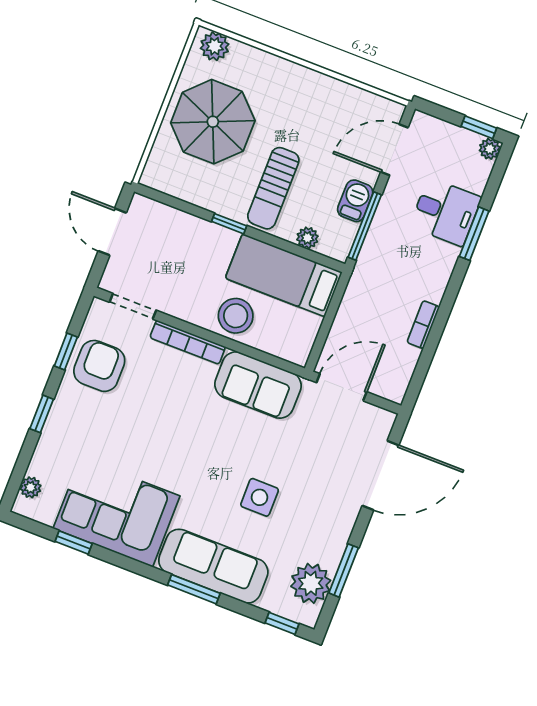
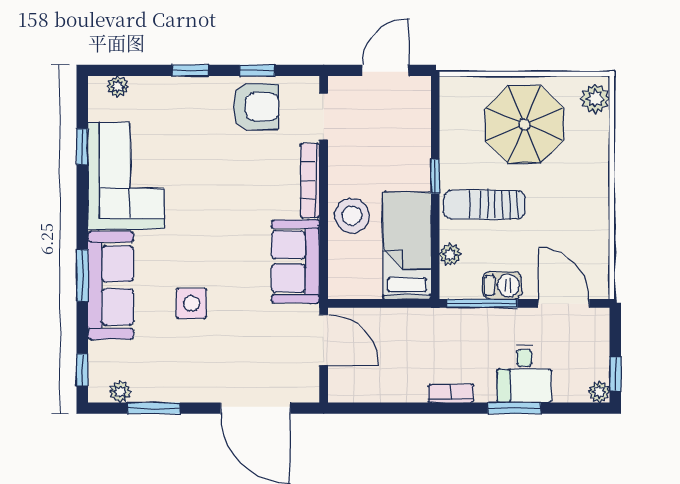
bookcase: (423, 325) -> (451, 393), moved
plant: (311, 583) -> (120, 392), width x0.53, depth x0.53

